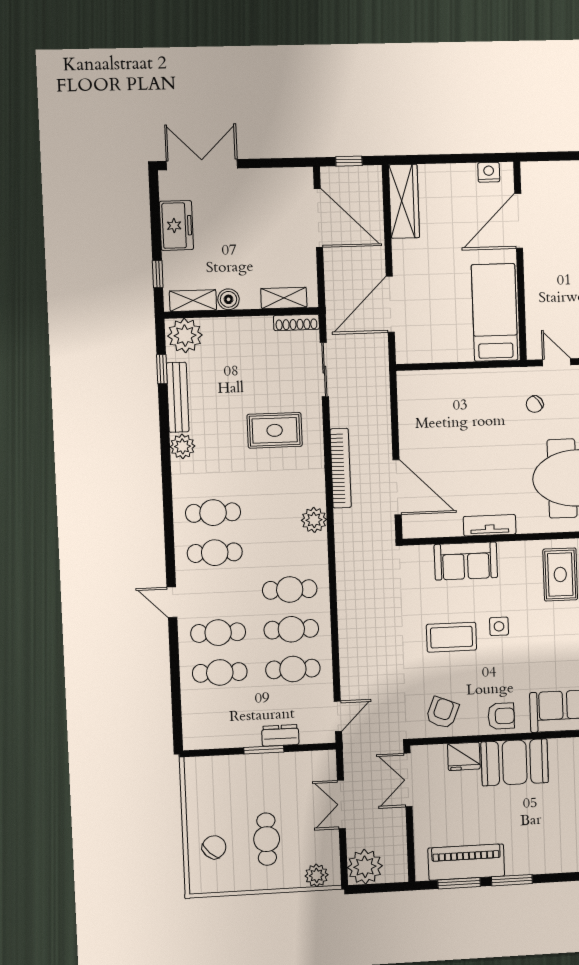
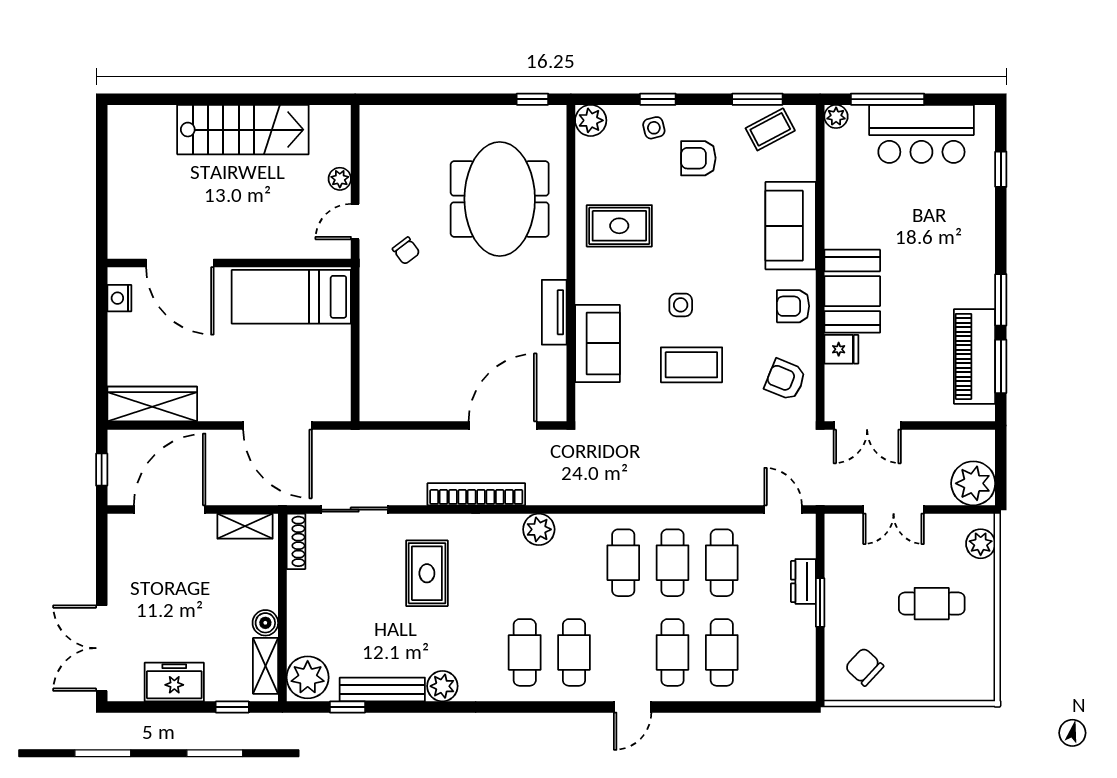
shelving: (284, 298) -> (245, 526), moved, turned 90
coffee table: (451, 637) -> (691, 365), turned 90
armchair: (501, 716) -> (793, 306), turned -90
fridge: (464, 756) -> (841, 349), width x0.72
chair: (214, 847) -> (864, 667), moved

